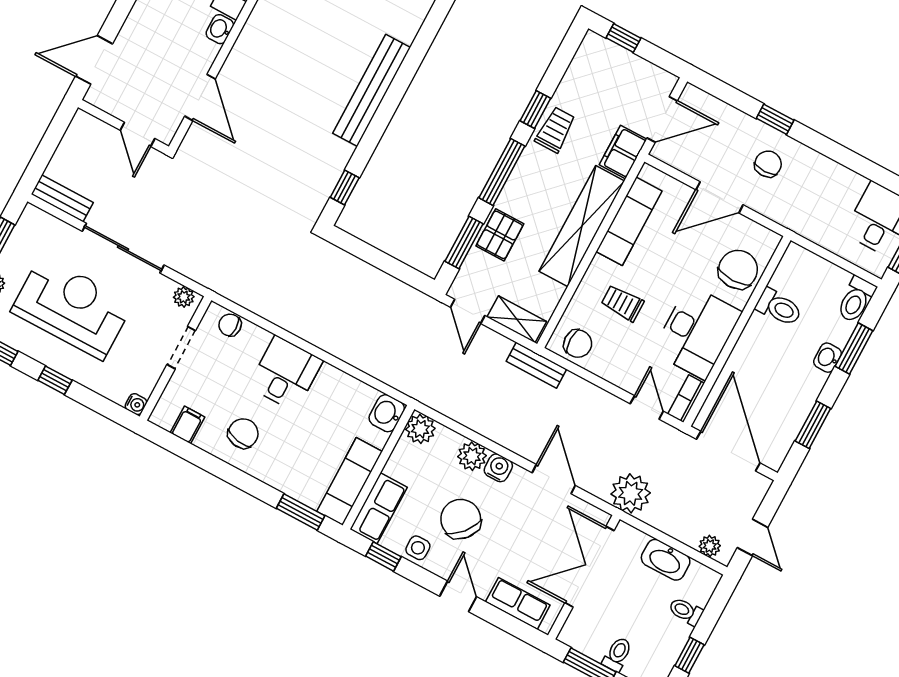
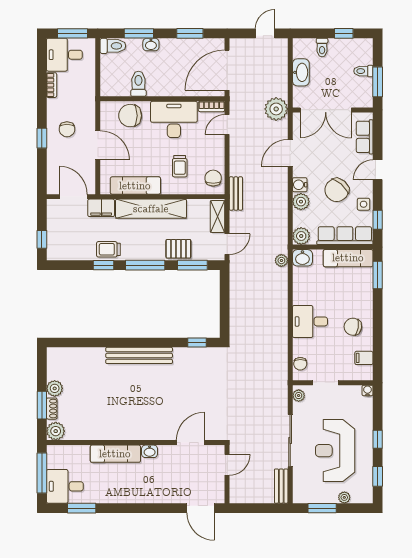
chair: (768, 164) -> (67, 129), turned -90
bookcase: (847, 176) -> (52, 85), added
row of seats: (379, 508) -> (345, 236), width x1.48
plant: (710, 546) -> (281, 261), moved

